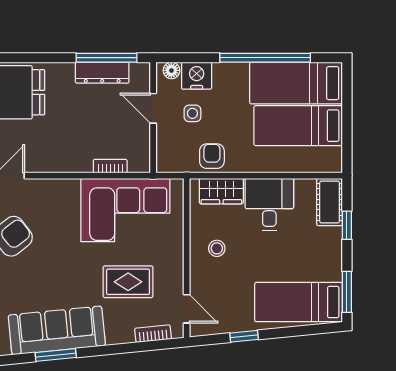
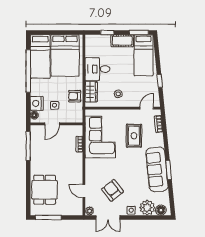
dresser: (102, 73) -> (35, 148), removed
bed: (298, 126) -> (65, 55), width x1.50
cot: (330, 202) -> (122, 41), moved

